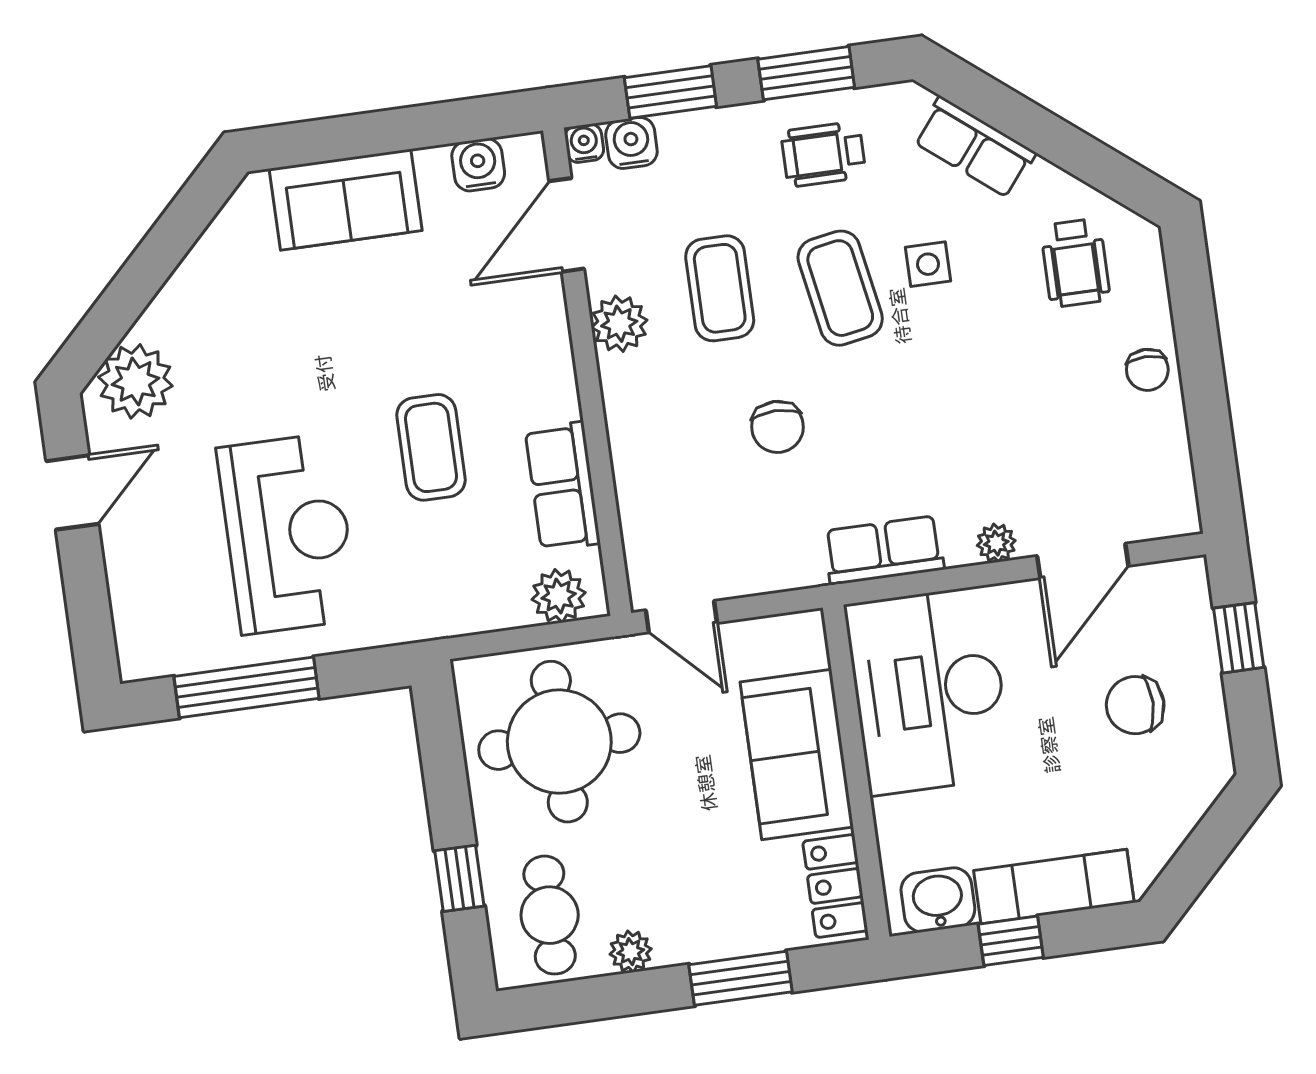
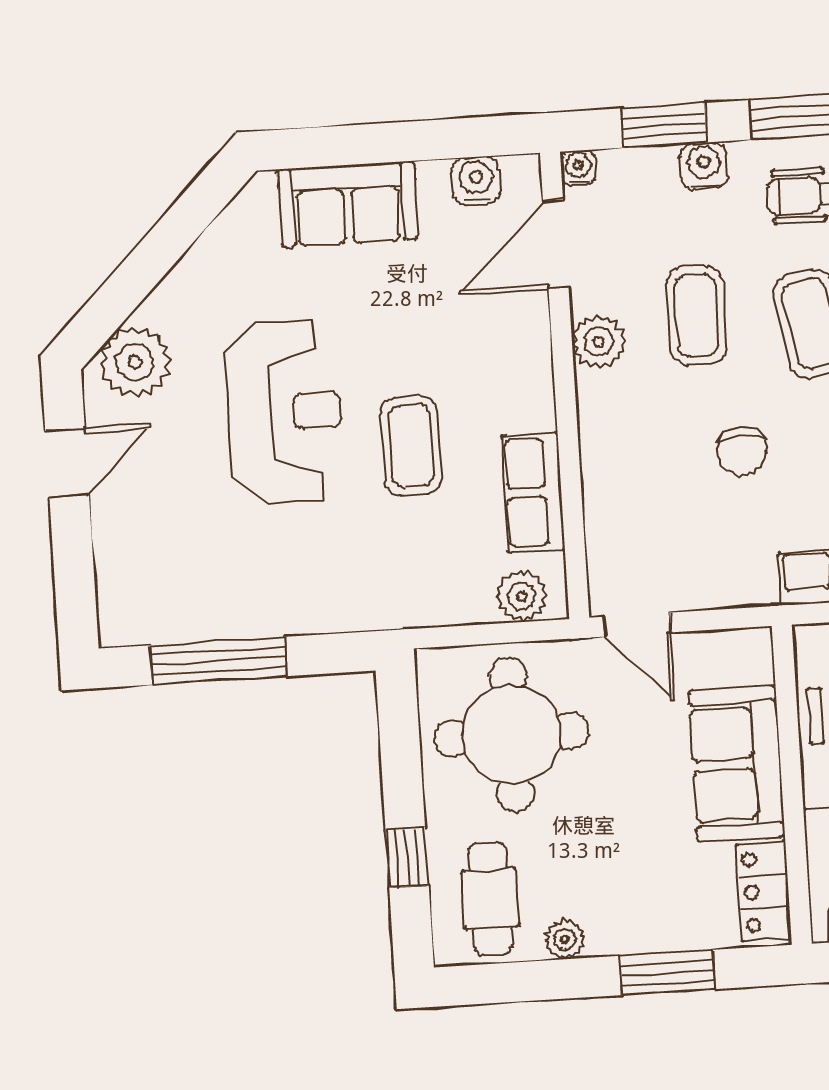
water cooler: (631, 143) -> (704, 166), moved
reception desk: (288, 534) -> (284, 412), moved

